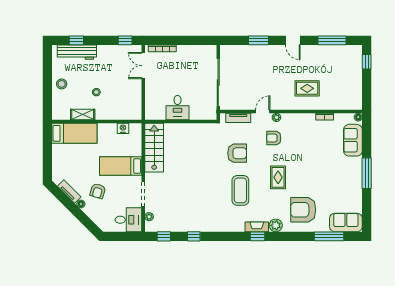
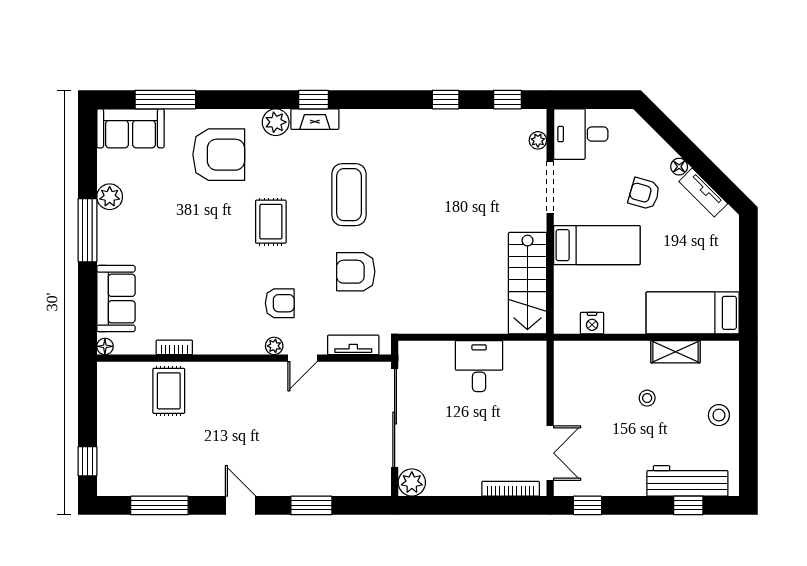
plant: (210, 51) -> (412, 482), added
rug: (307, 88) -> (169, 391), moved, turned 90
plant: (356, 189) -> (110, 197), added
armchair: (98, 191) -> (644, 194), turned -90

